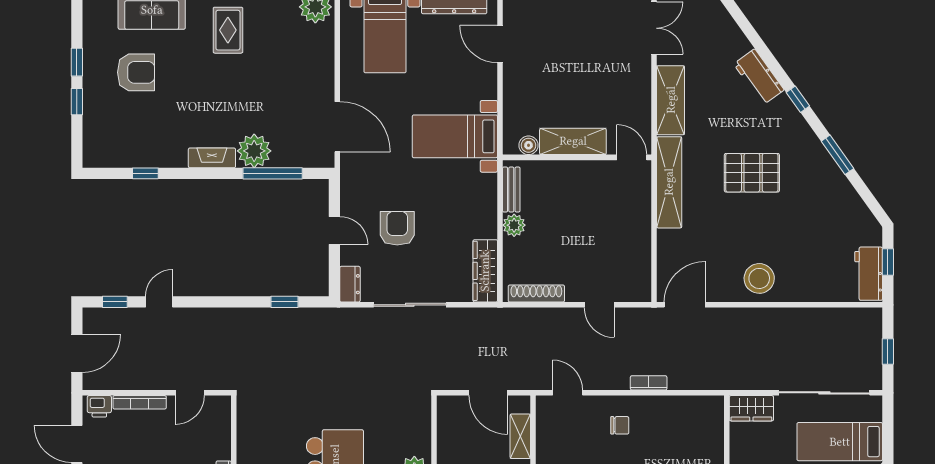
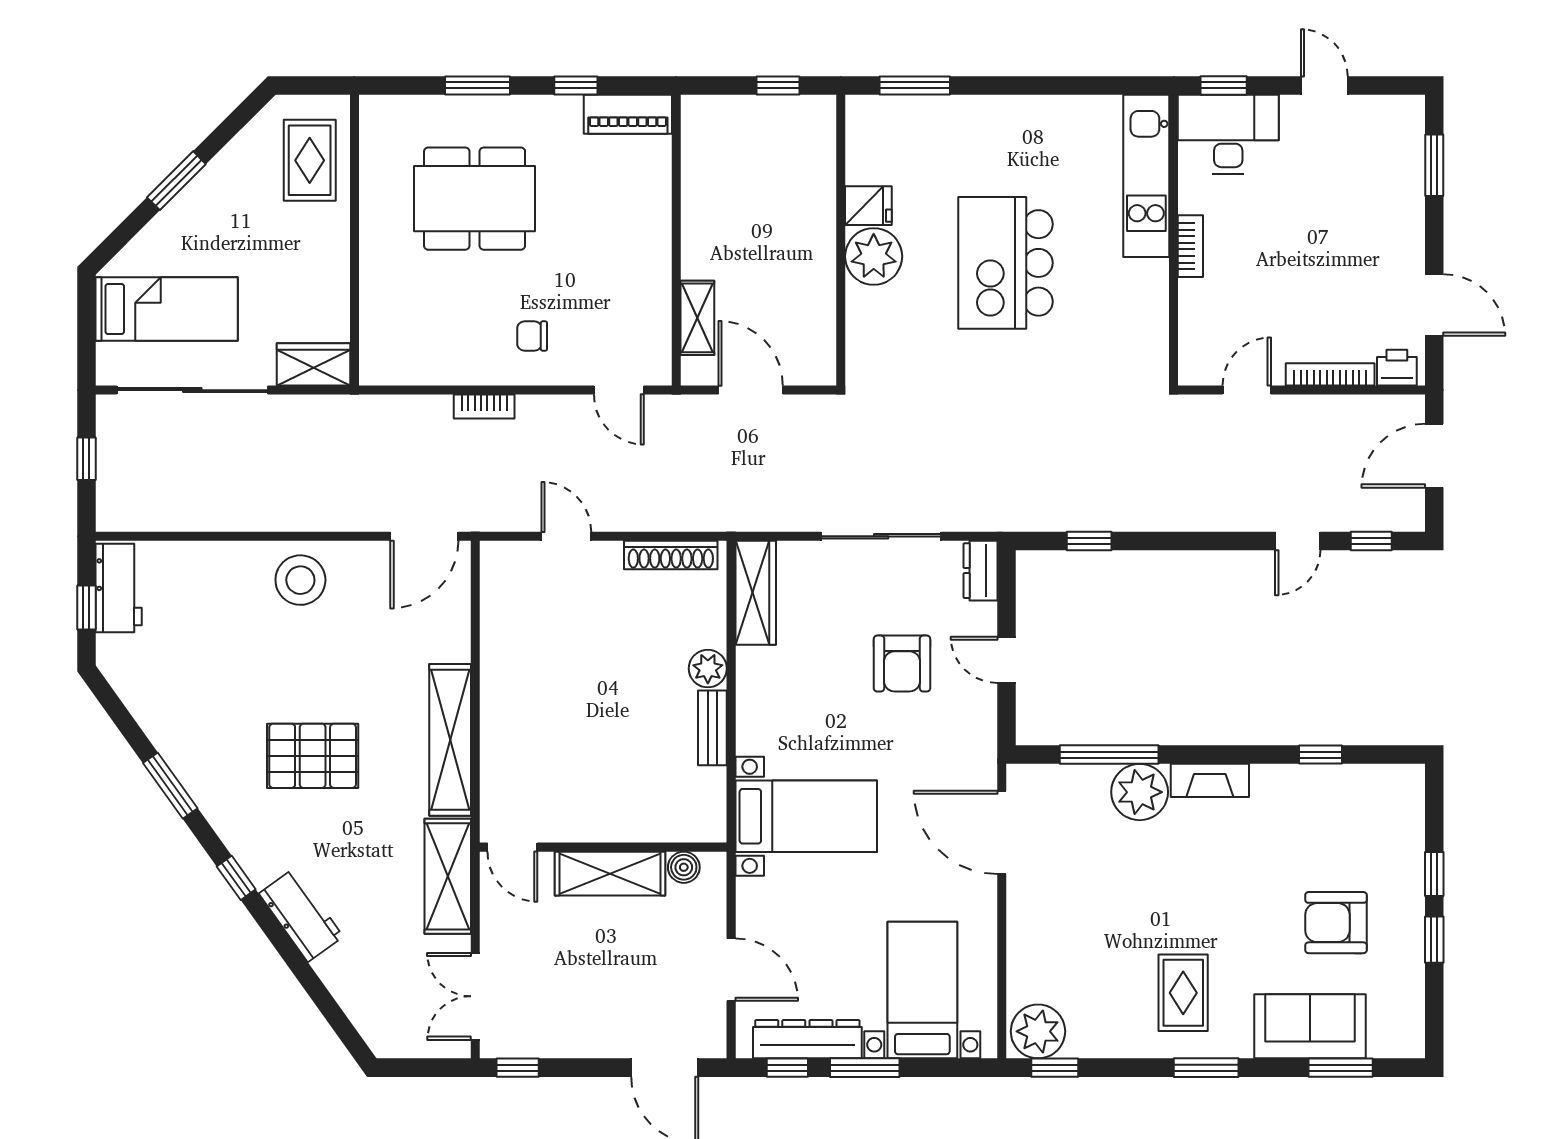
shelving: (573, 141) -> (610, 874), moved
boiler: (529, 145) -> (684, 867), moved
wall: (577, 157) -> (603, 847), moved
door: (632, 157) -> (512, 847), moved

